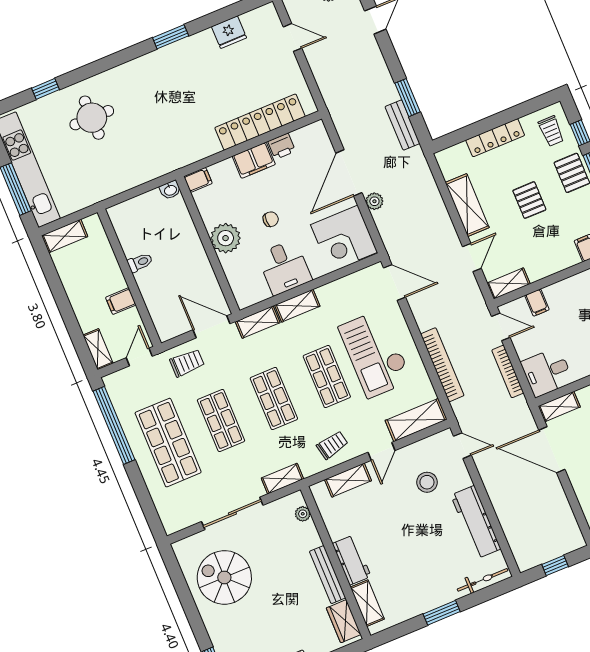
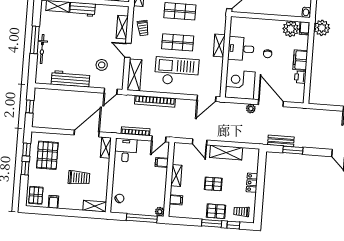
locker: (260, 122) -> (317, 73), removed
locker: (495, 138) -> (252, 183), width x0.66
plant: (183, 152) -> (322, 28), added
plant: (226, 238) -> (291, 29), moved
shelving: (509, 284) -> (176, 175), moved
shelving: (258, 322) -> (221, 22), removed
bicycle: (483, 580) -> (42, 49), moved
window: (442, 613) -> (35, 40), width x1.44

